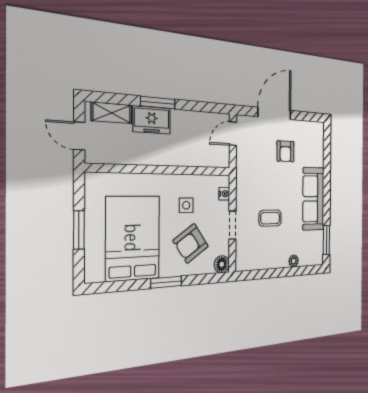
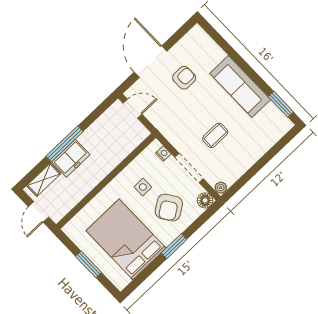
window: (158, 103) -> (65, 144), width x1.44
door: (233, 134) -> (132, 109), swing flipped
door: (79, 136) -> (38, 212), hinge flipped
armchair: (285, 151) -> (184, 78), turned -90
doorway: (232, 225) -> (189, 168), width x1.38
plant: (294, 261) -> (221, 188), moved

